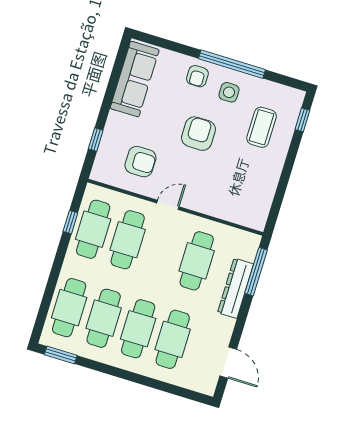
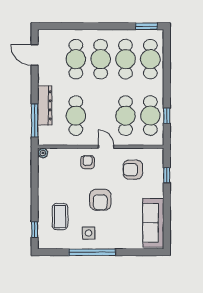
armchair: (197, 76) -> (88, 162), moved
door: (168, 205) -> (106, 147), swing flipped
plant: (258, 223) -> (43, 153), added

